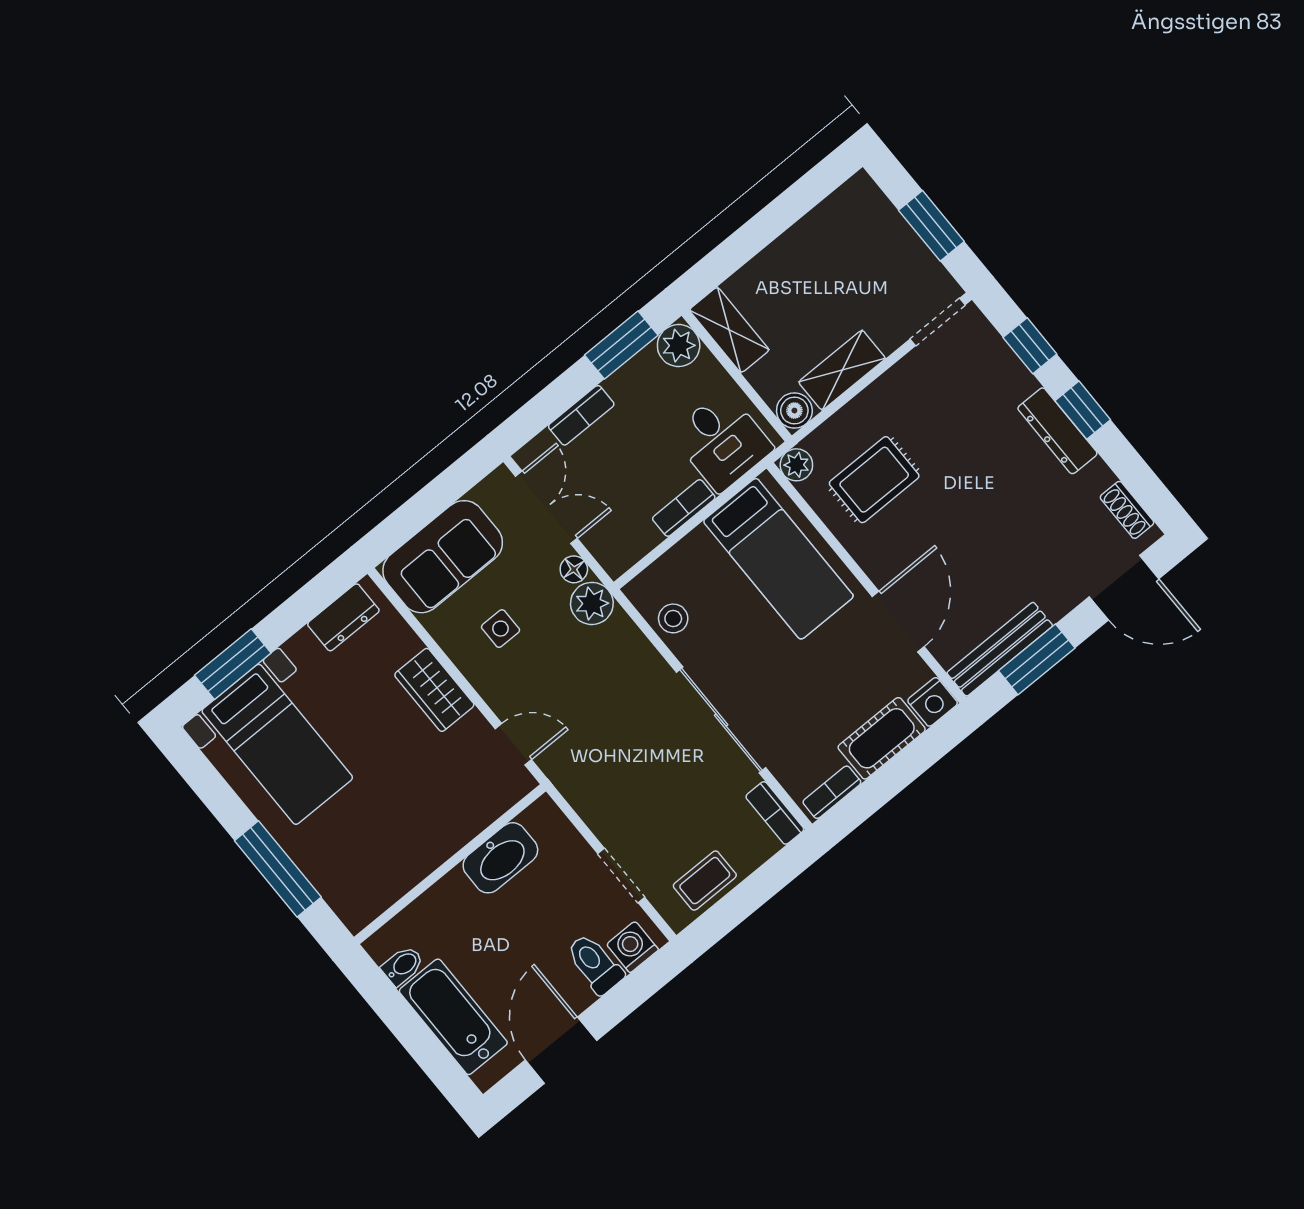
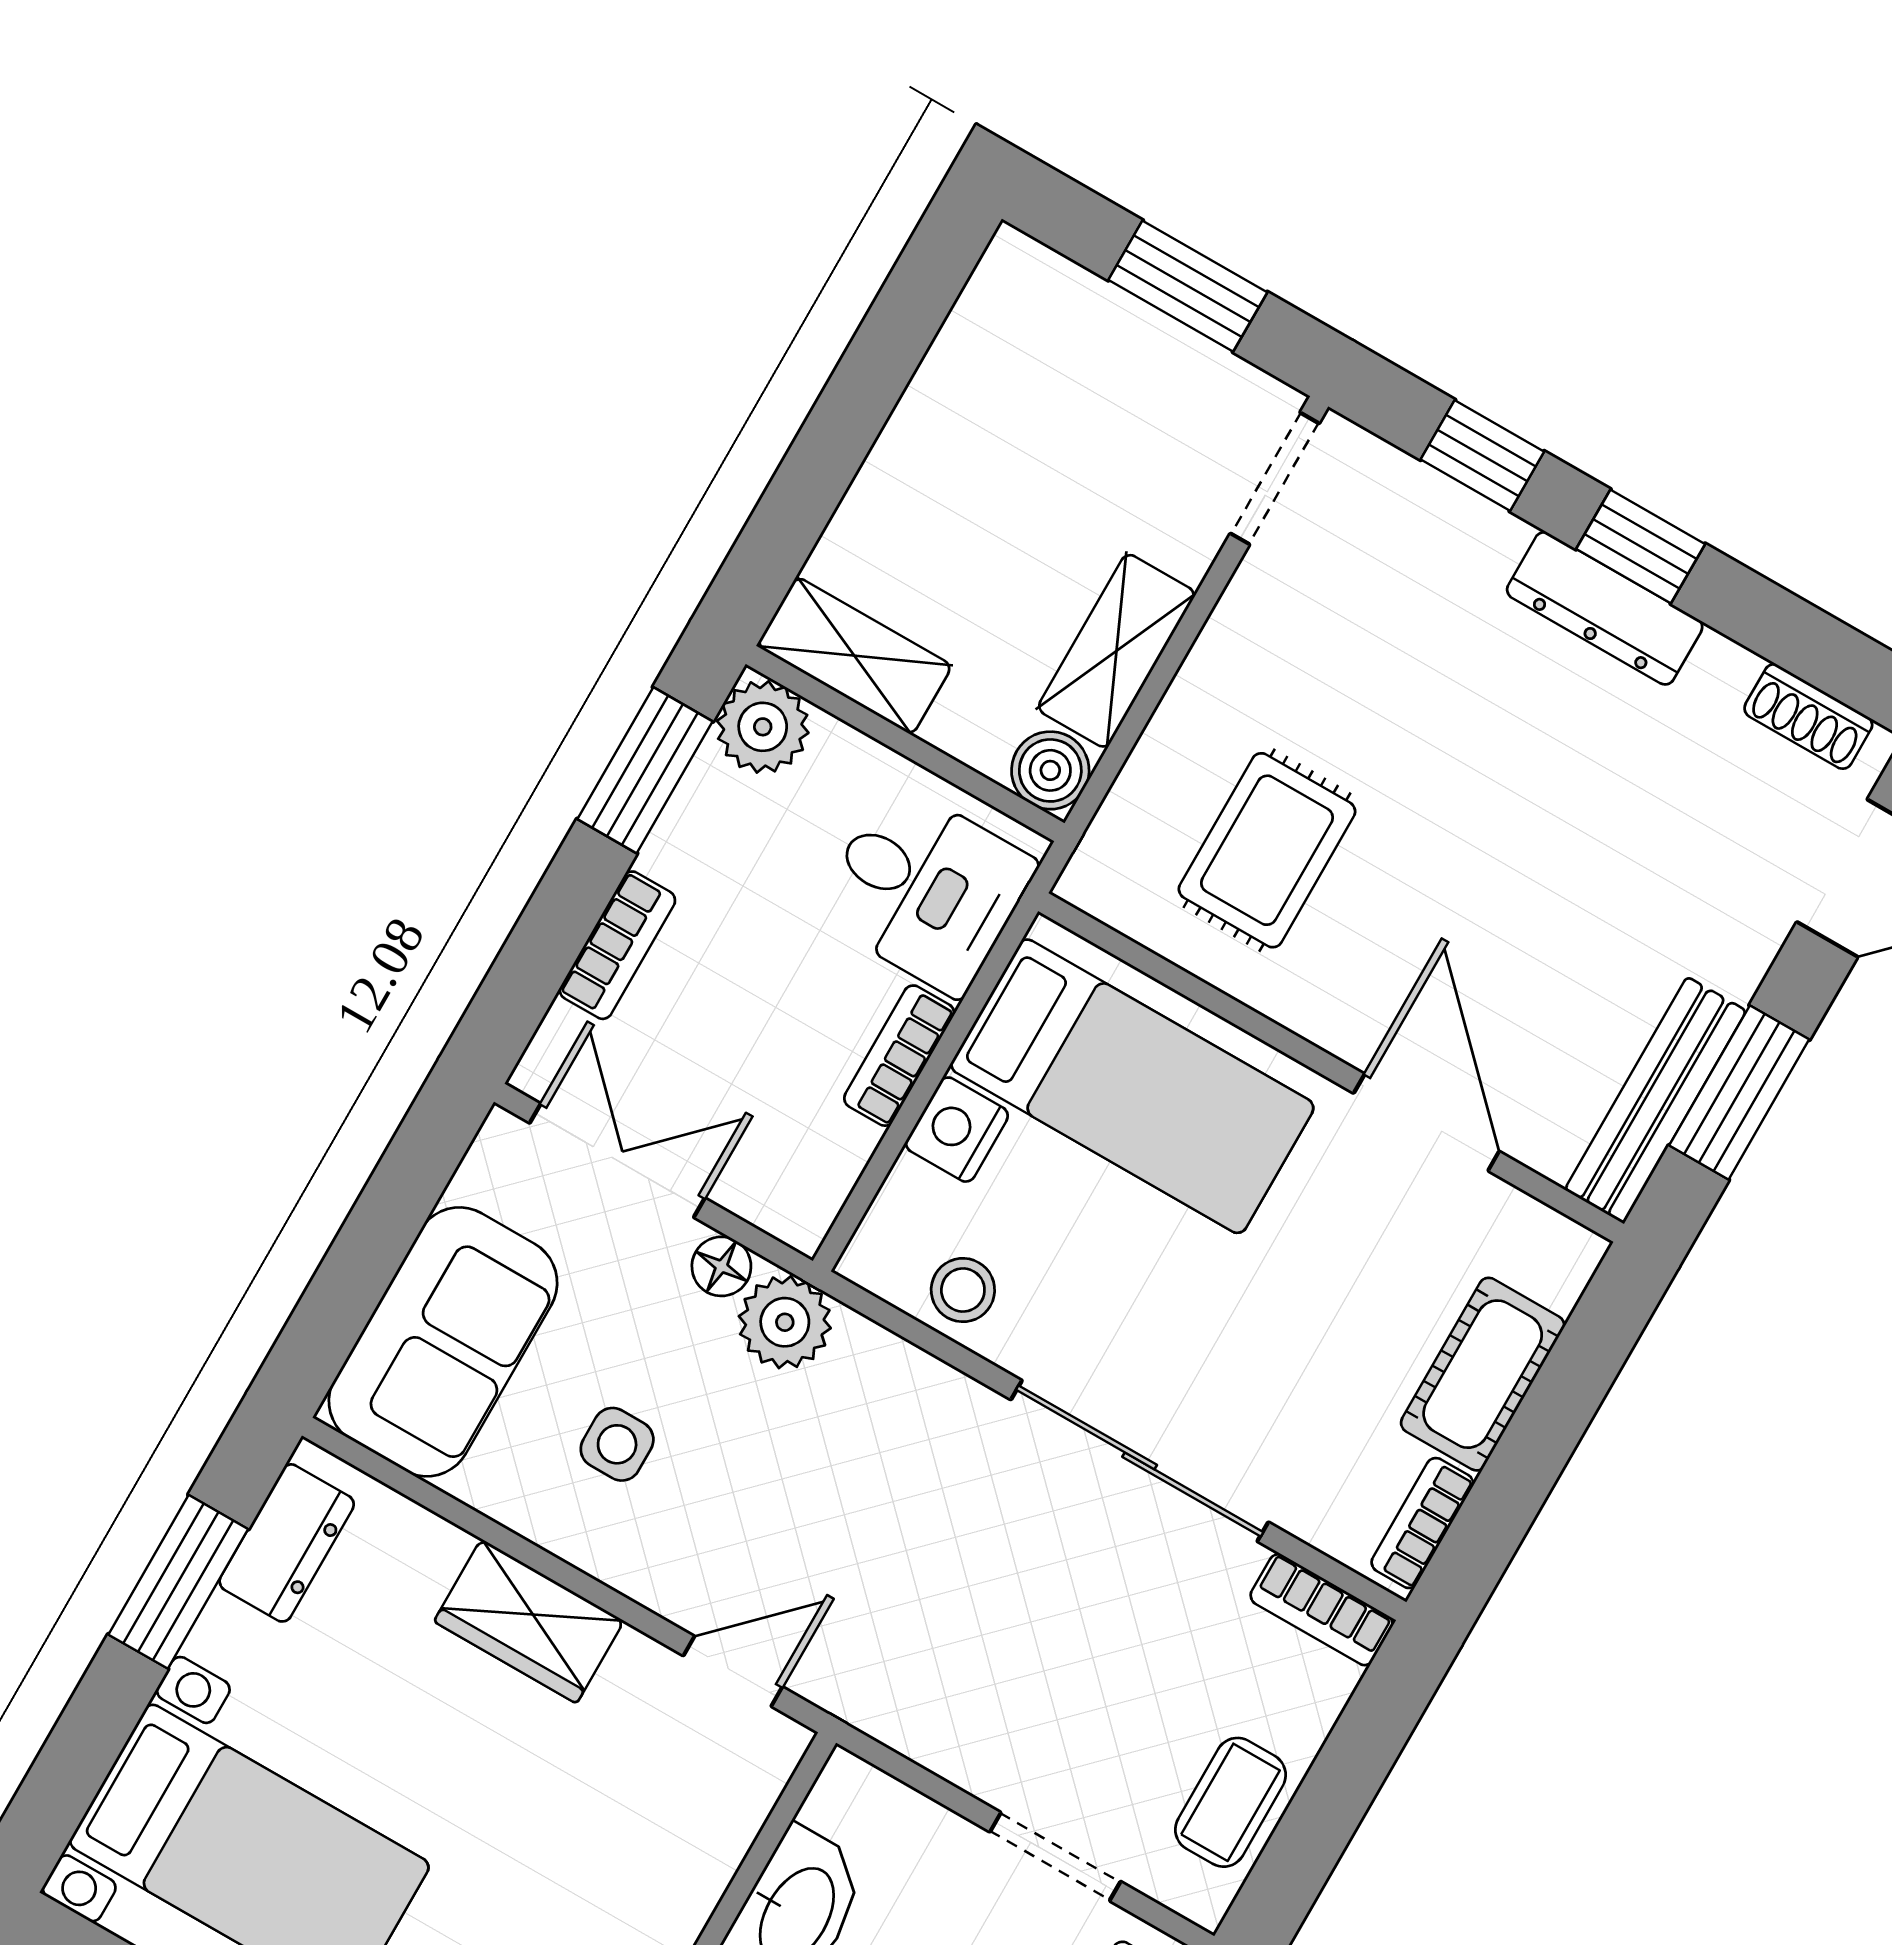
plant: (796, 465) -> (1096, 880), removed
window: (233, 664) -> (178, 1582), moved
nightstand: (933, 702) -> (957, 1130), moved, turned 180

